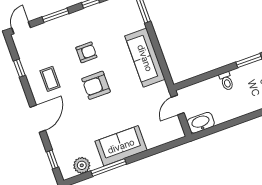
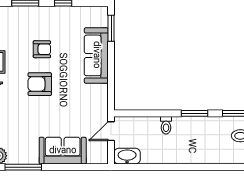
sofa: (145, 58) -> (96, 55), moved
sofa: (121, 146) -> (63, 151), moved

